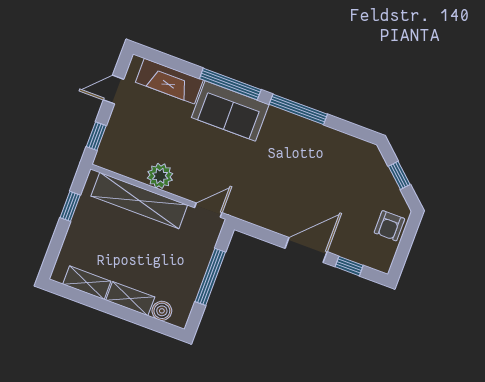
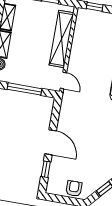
plant: (160, 176) -> (78, 48), removed
armchair: (389, 226) -> (74, 188), turned 90

